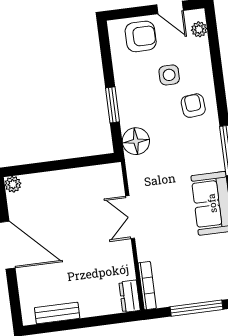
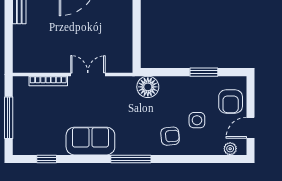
window: (113, 105) -> (204, 72), moved
bookcase: (147, 286) -> (48, 81), moved
dresser: (130, 296) -> (25, 66), removed

